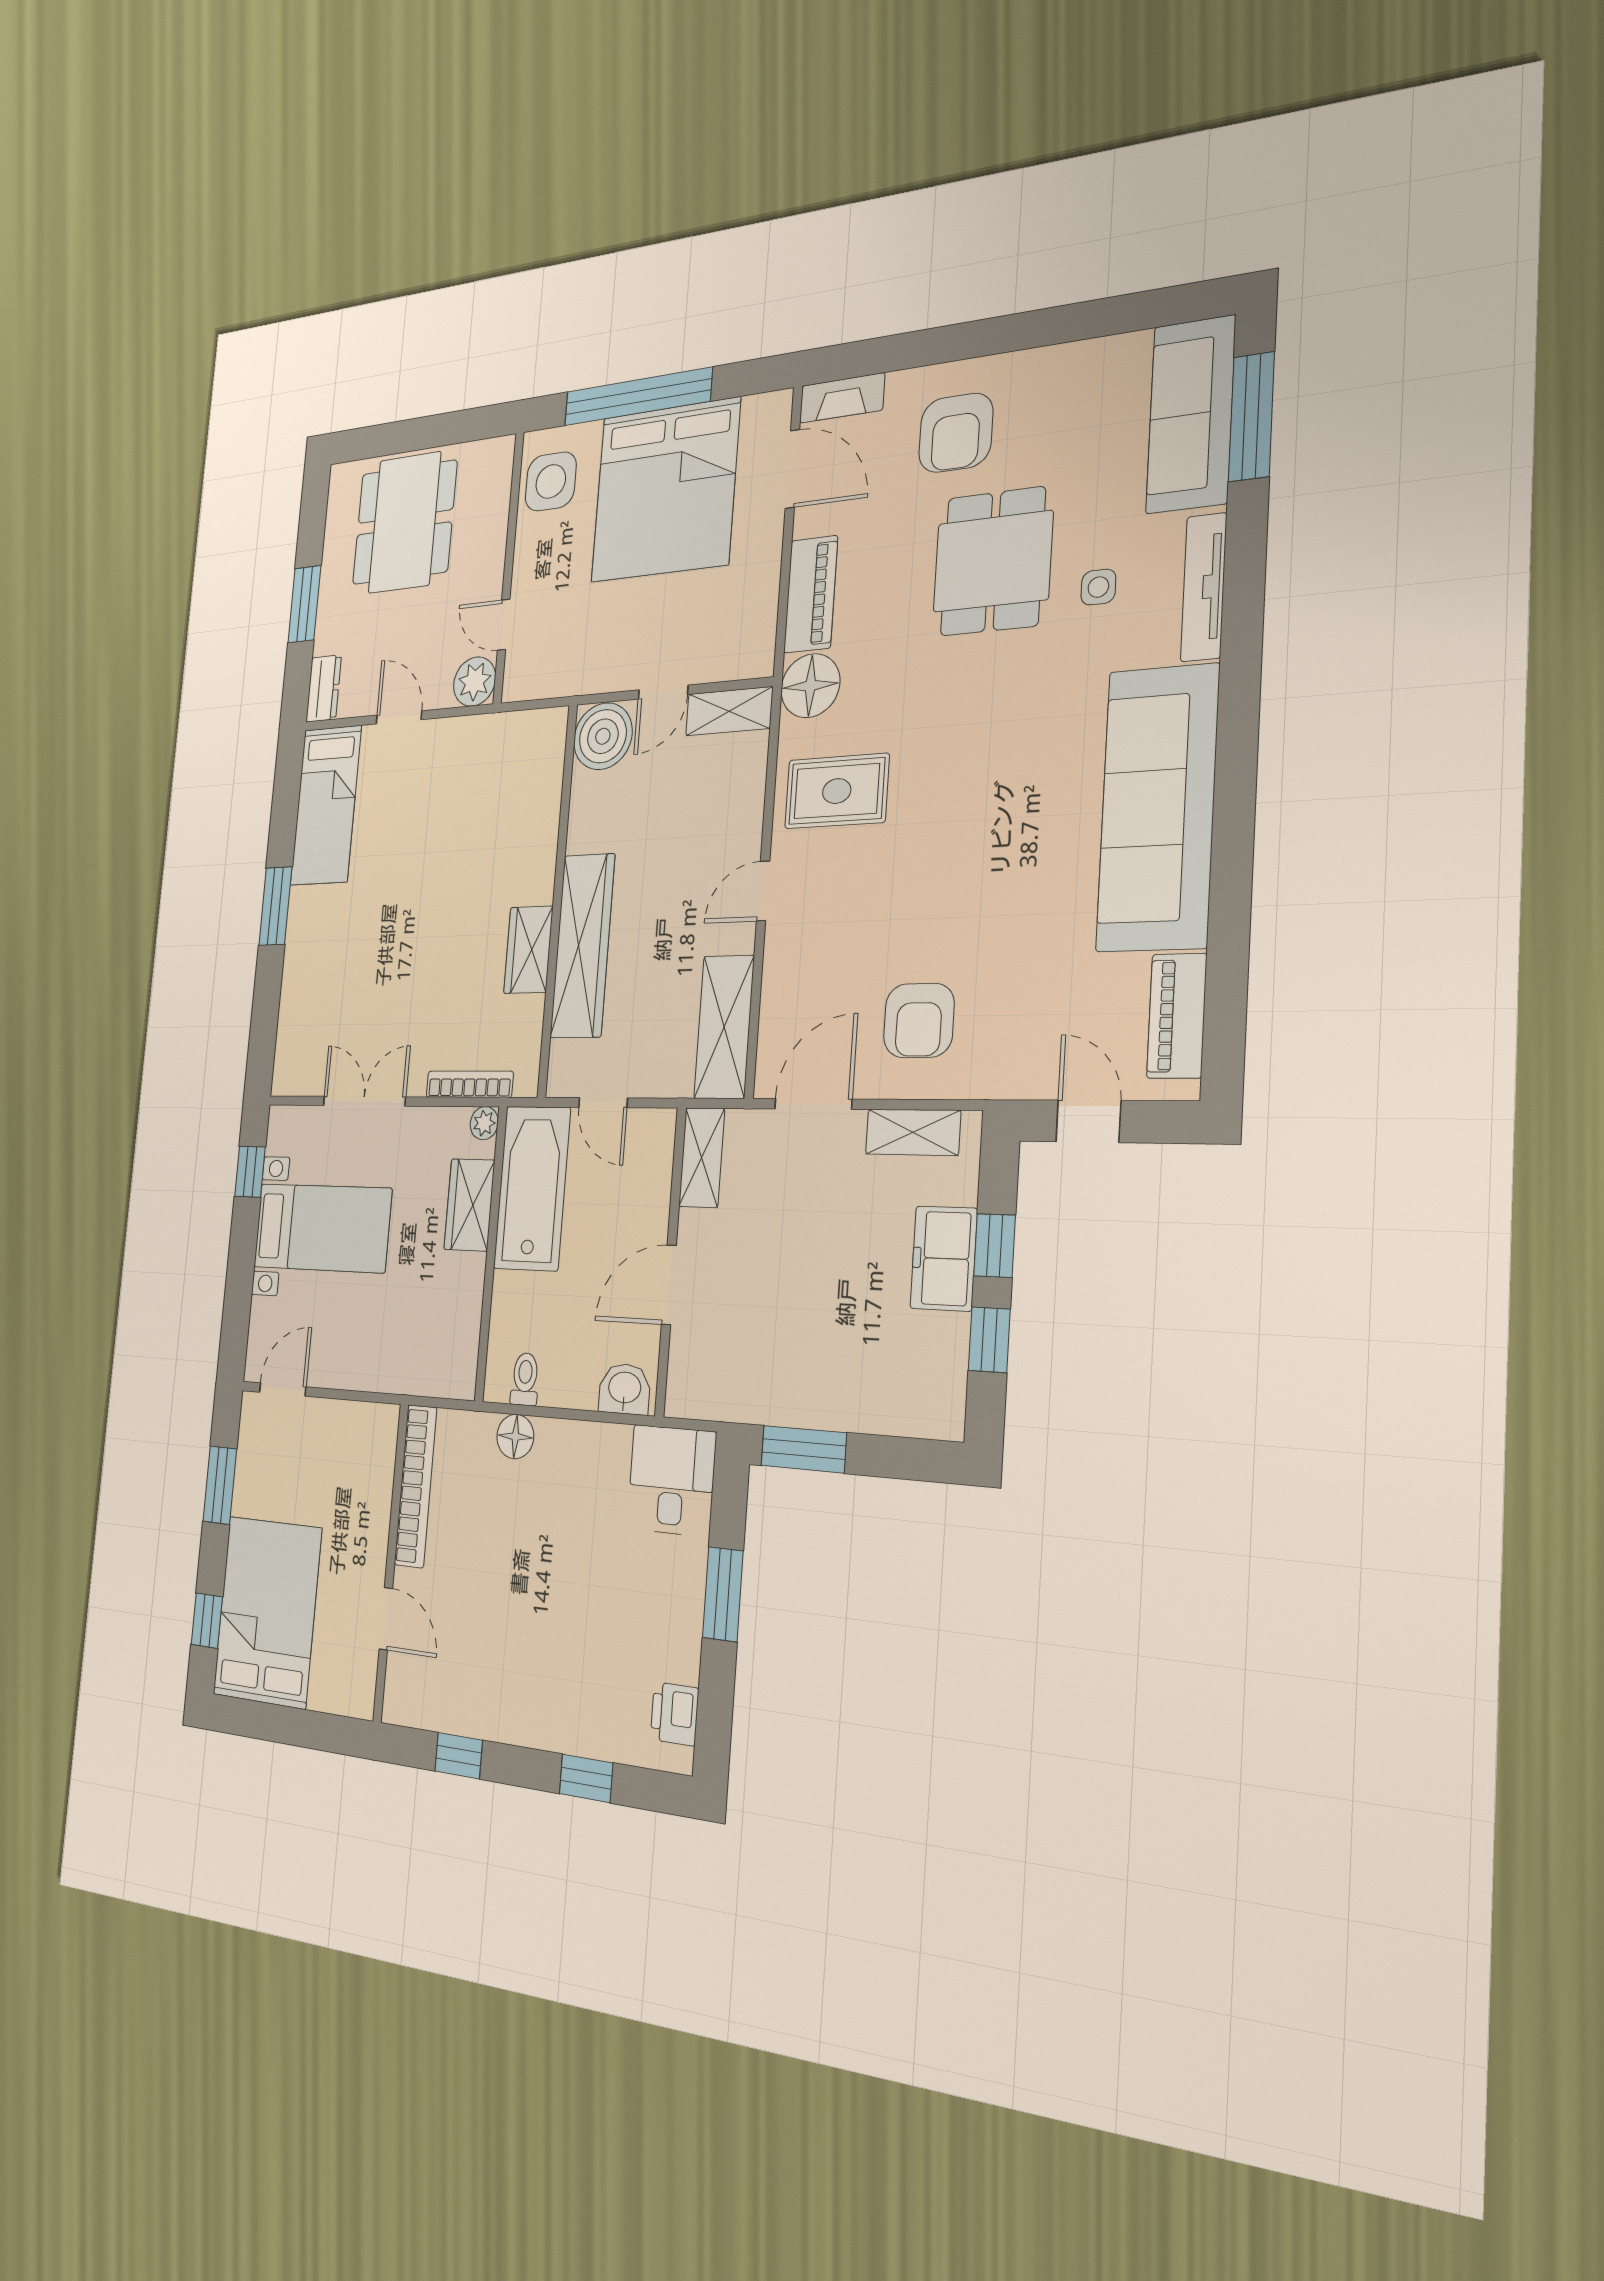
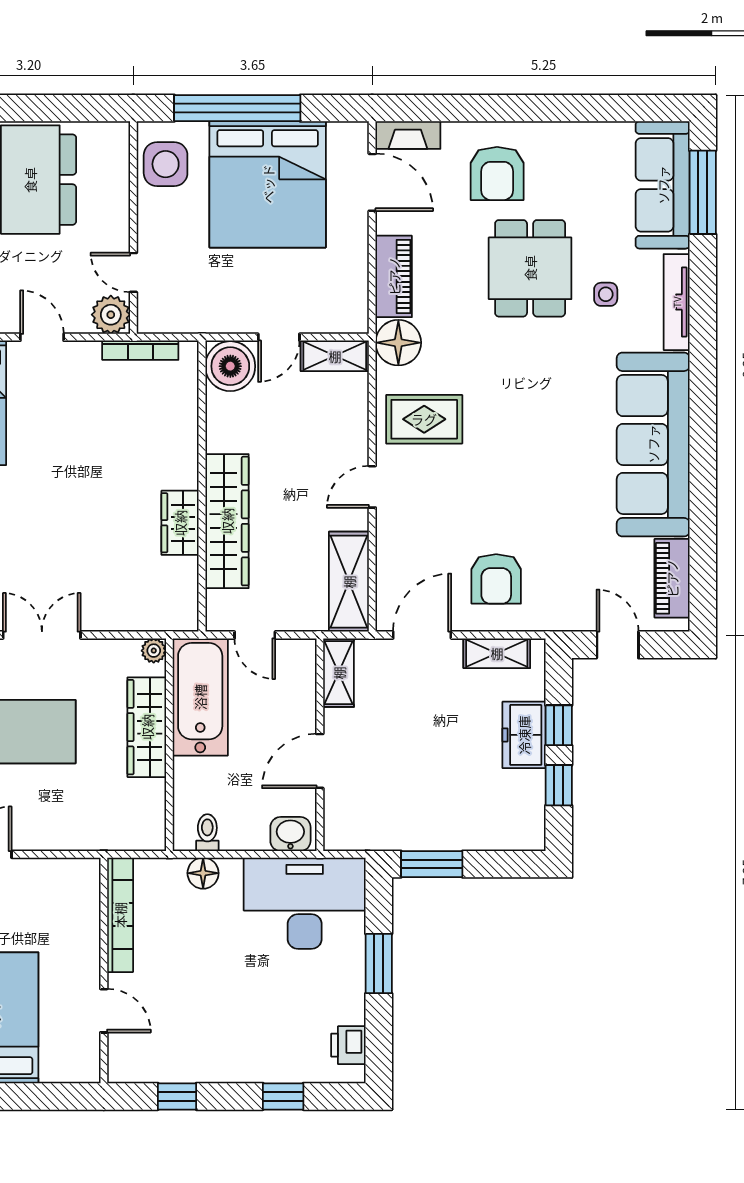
bookcase: (470, 1084) -> (140, 350), moved, turned 180
wardrobe: (469, 1205) -> (147, 727), width x1.50
desk: (672, 1480) -> (305, 903), width x1.87, depth x1.30

